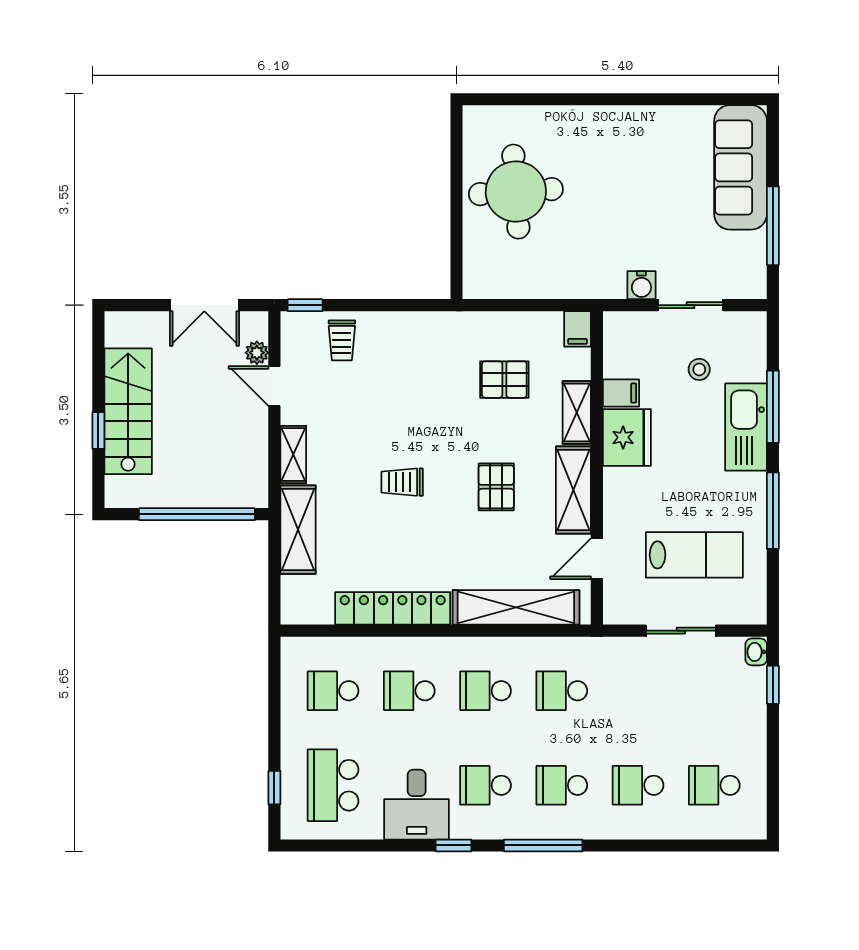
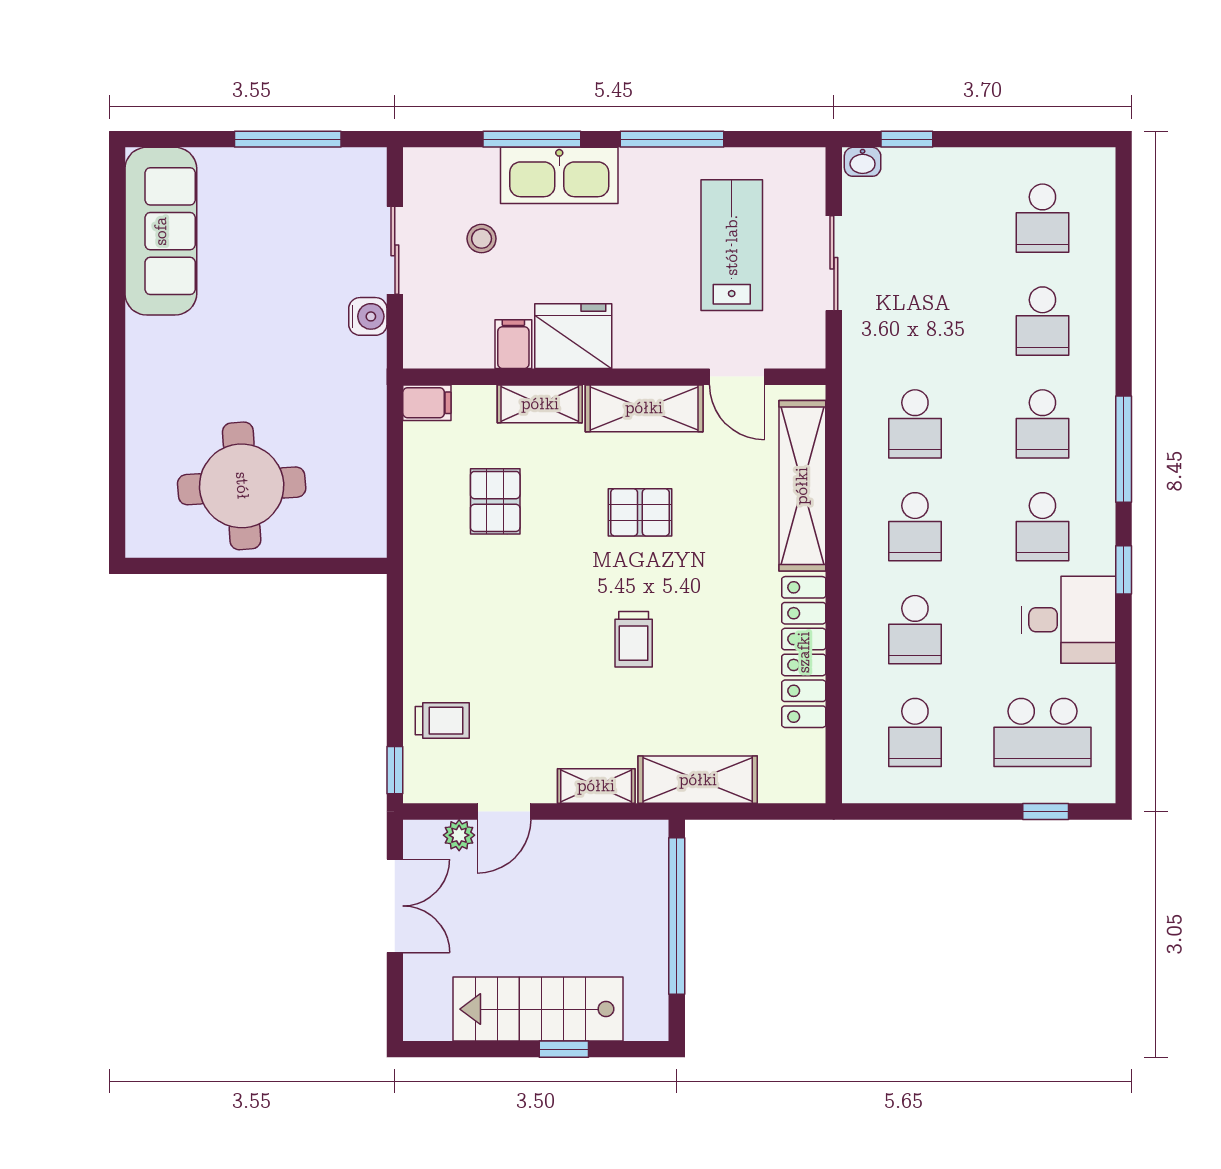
sofa: (741, 167) -> (161, 231), moved, turned -90

